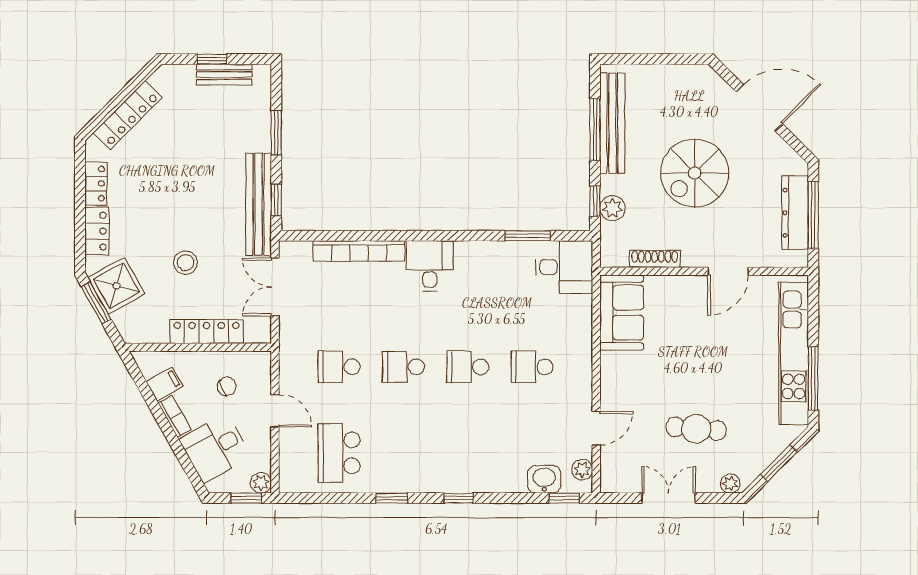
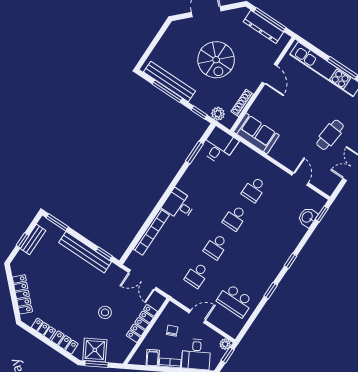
window: (276, 133) -> (57, 222), moved
bench: (259, 204) -> (85, 252), moved
plant: (613, 208) -> (218, 114), moved
plant: (582, 470) -> (314, 198), removed

